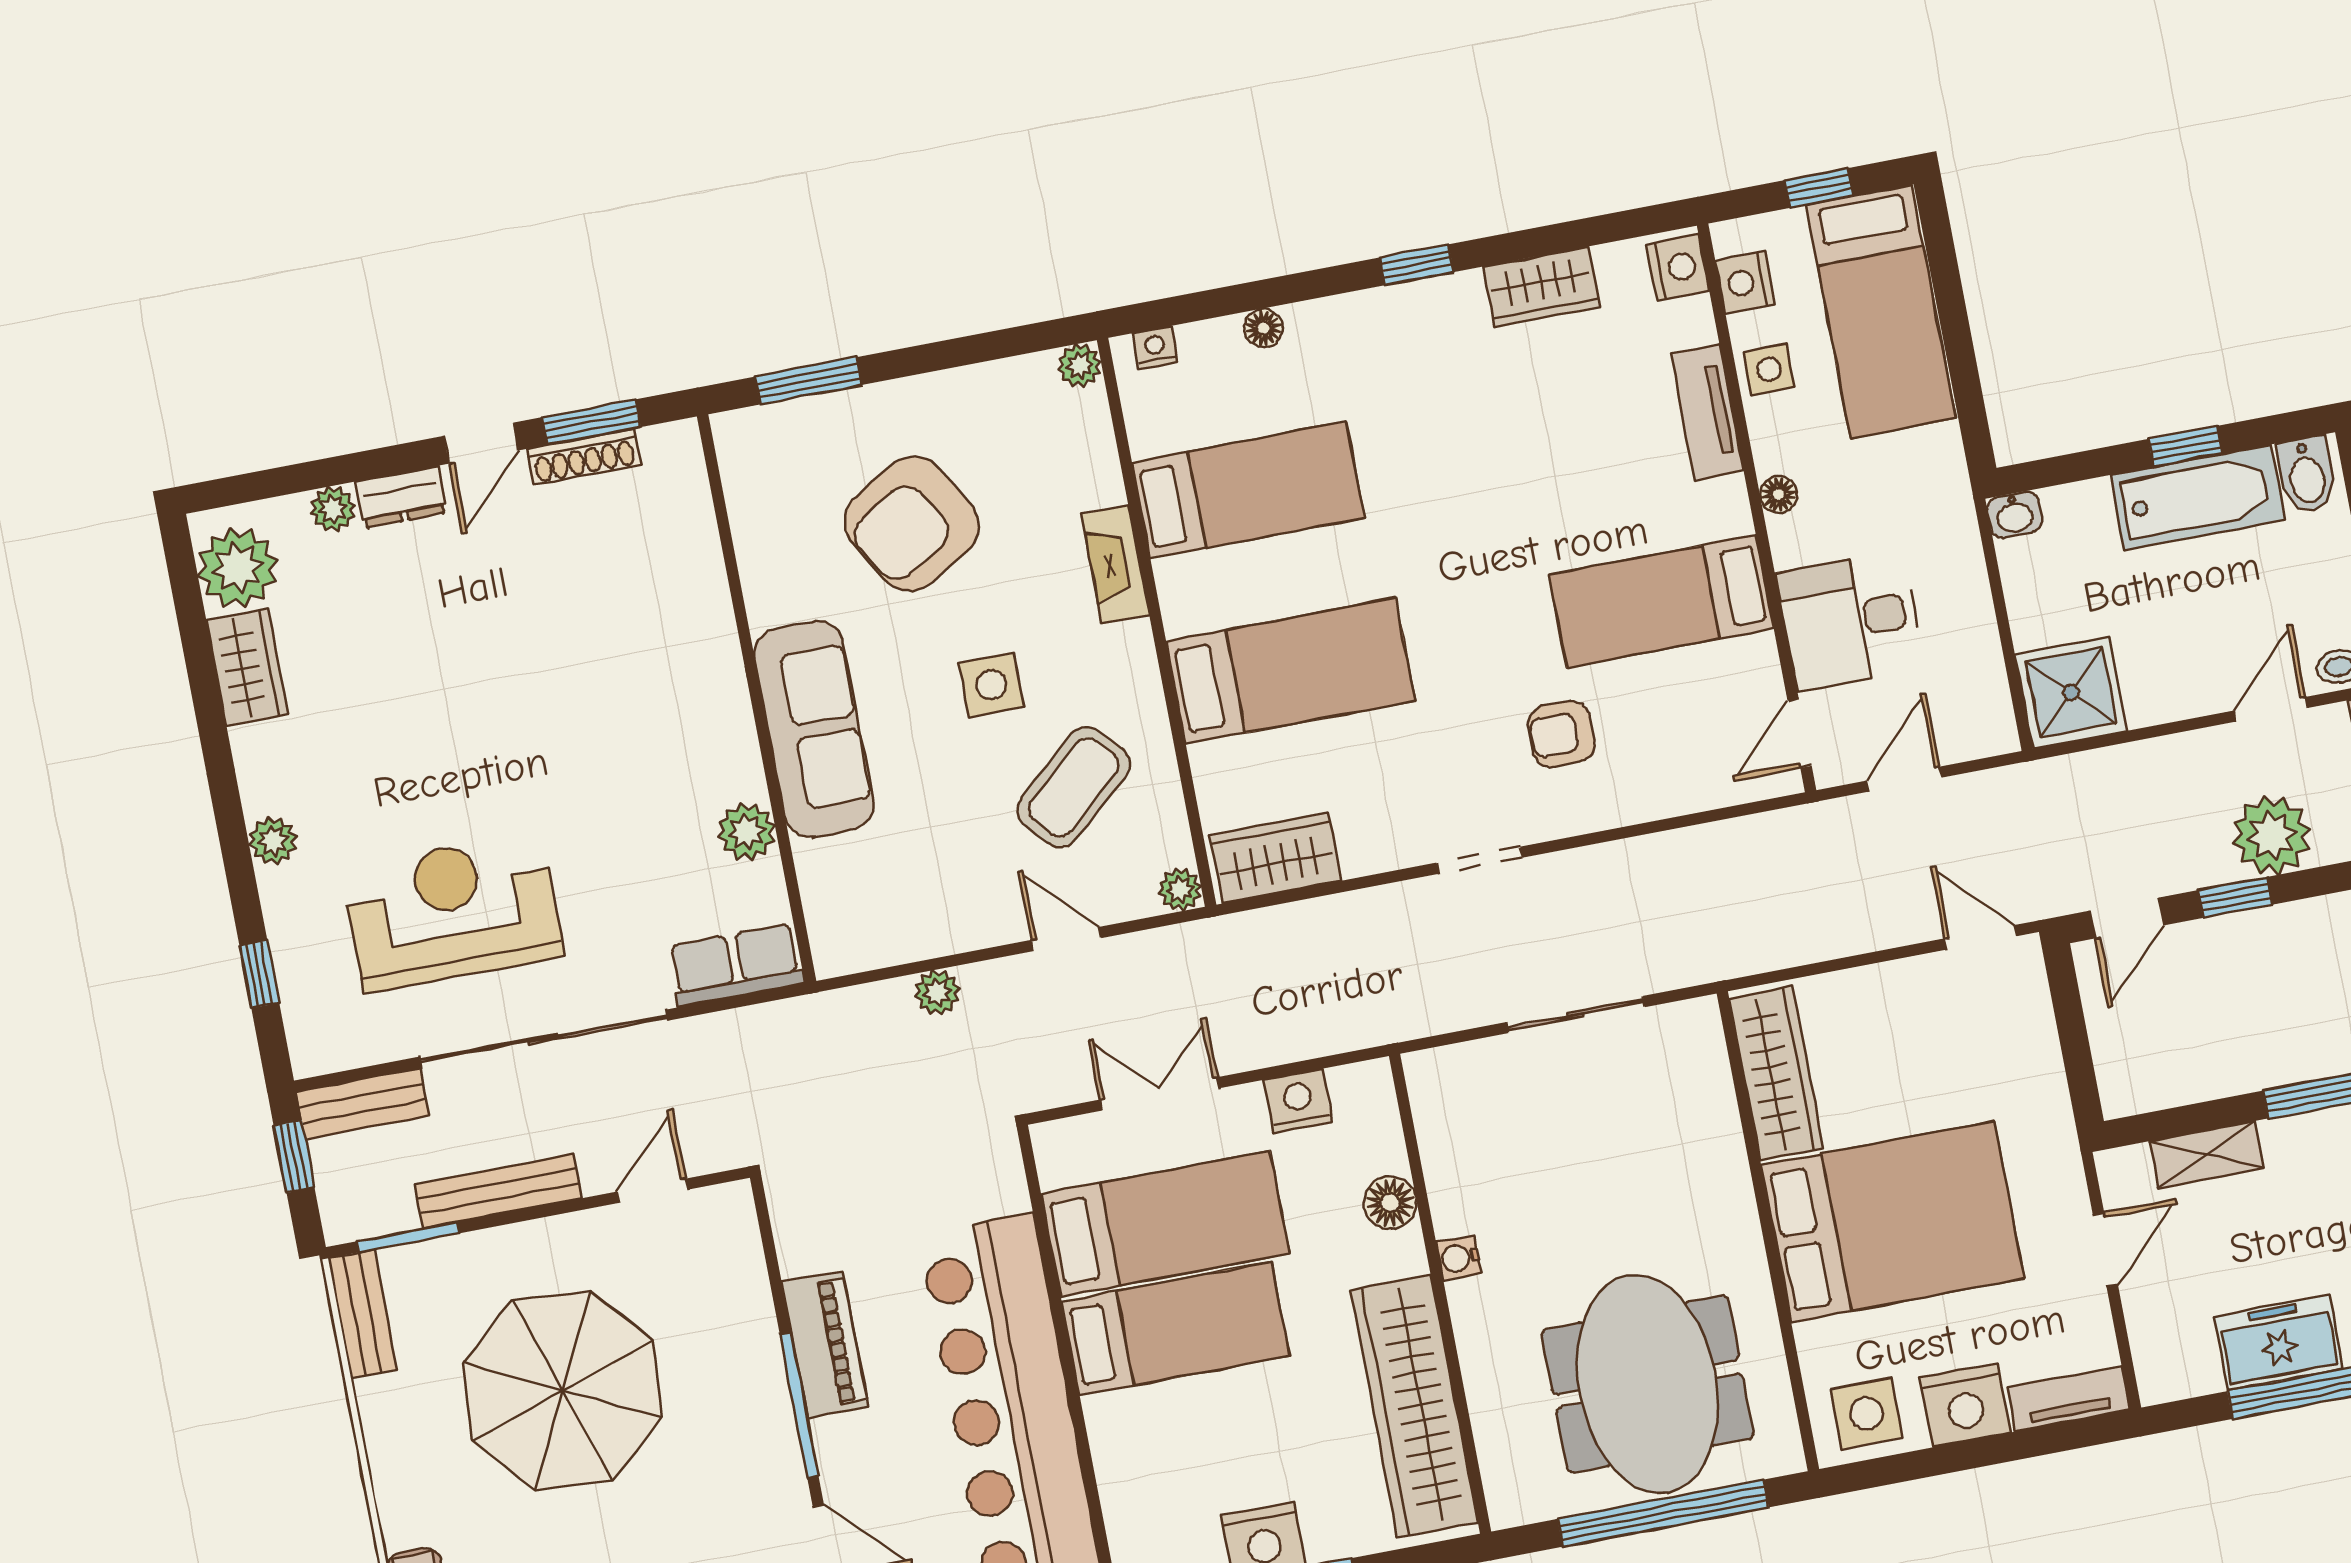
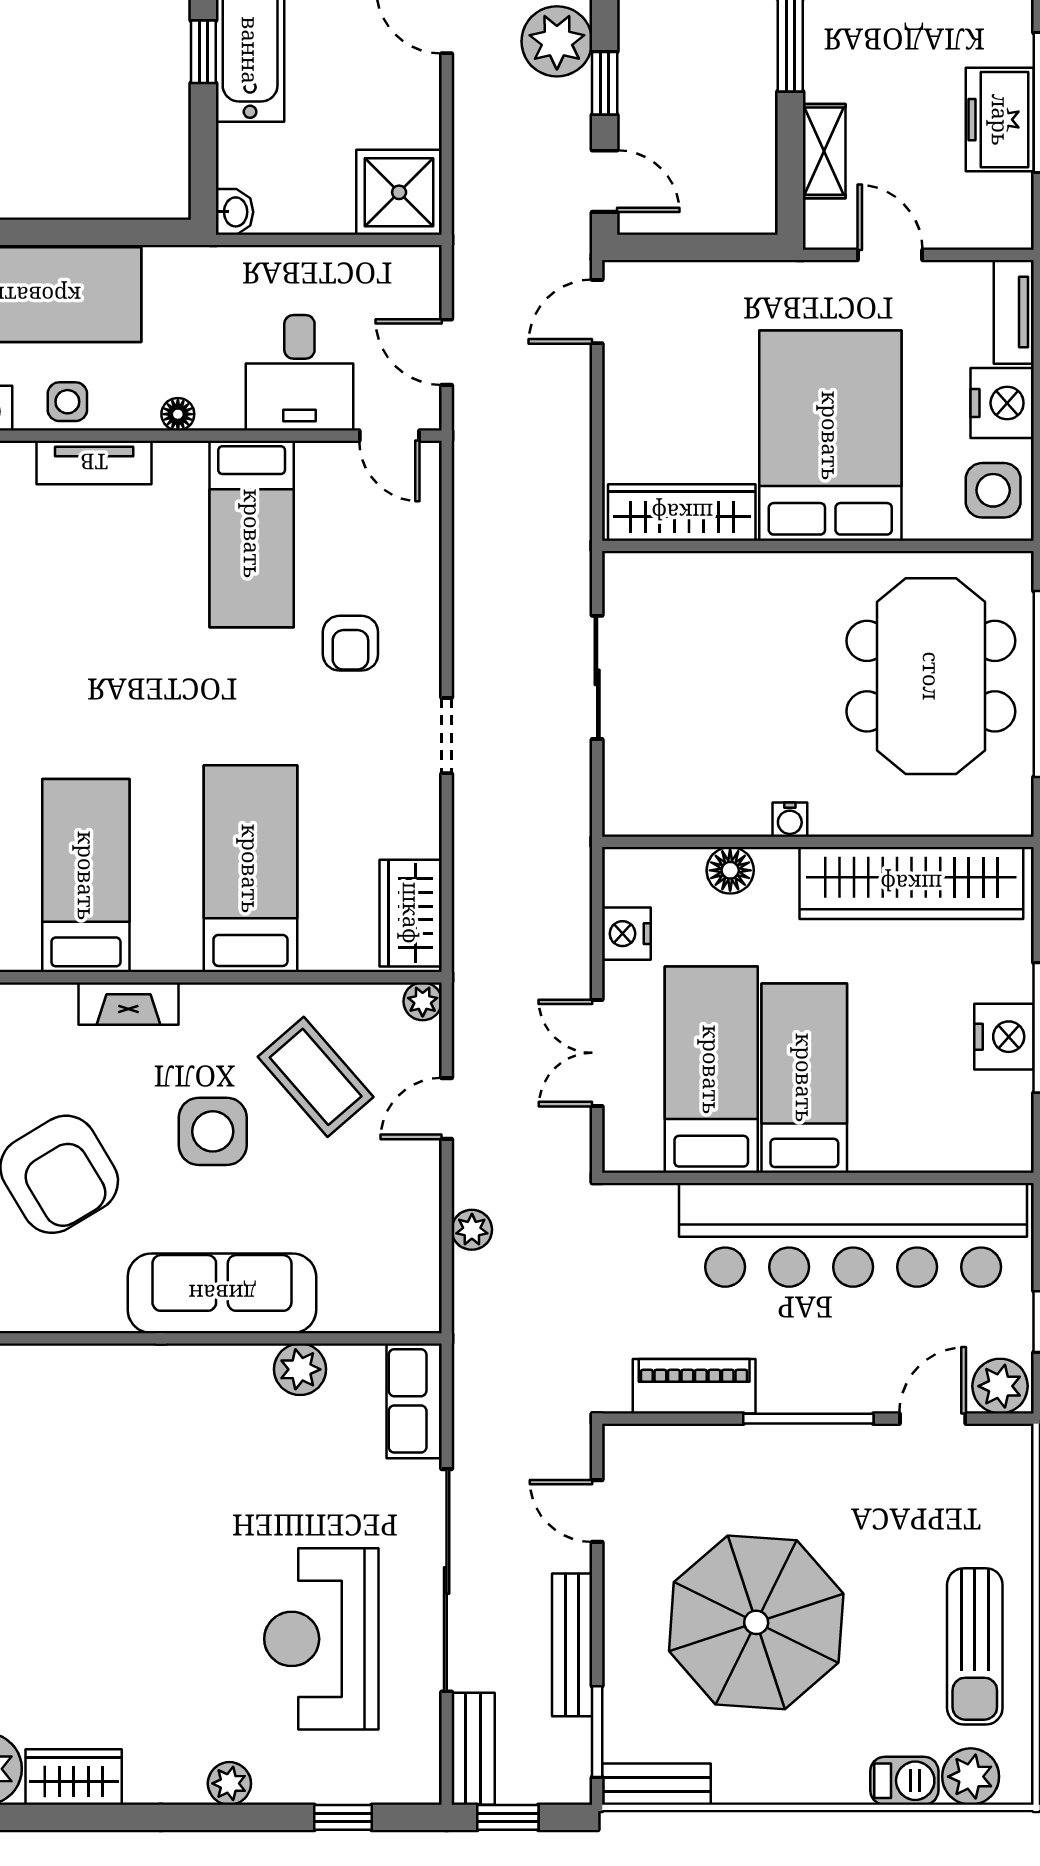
side table: (992, 685) -> (213, 1131), width x1.37, depth x1.37
piano: (825, 1344) -> (694, 1386), moved
meeting table: (1648, 1384) -> (931, 676), turned 90

